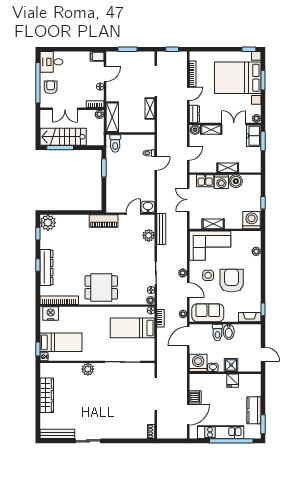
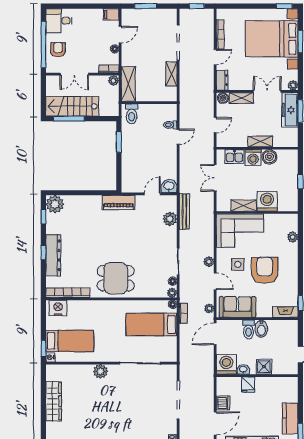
freezer: (254, 136) -> (290, 110), width x1.40
washing machine: (252, 220) -> (267, 201), moved
fridge: (233, 381) -> (248, 385), moved

